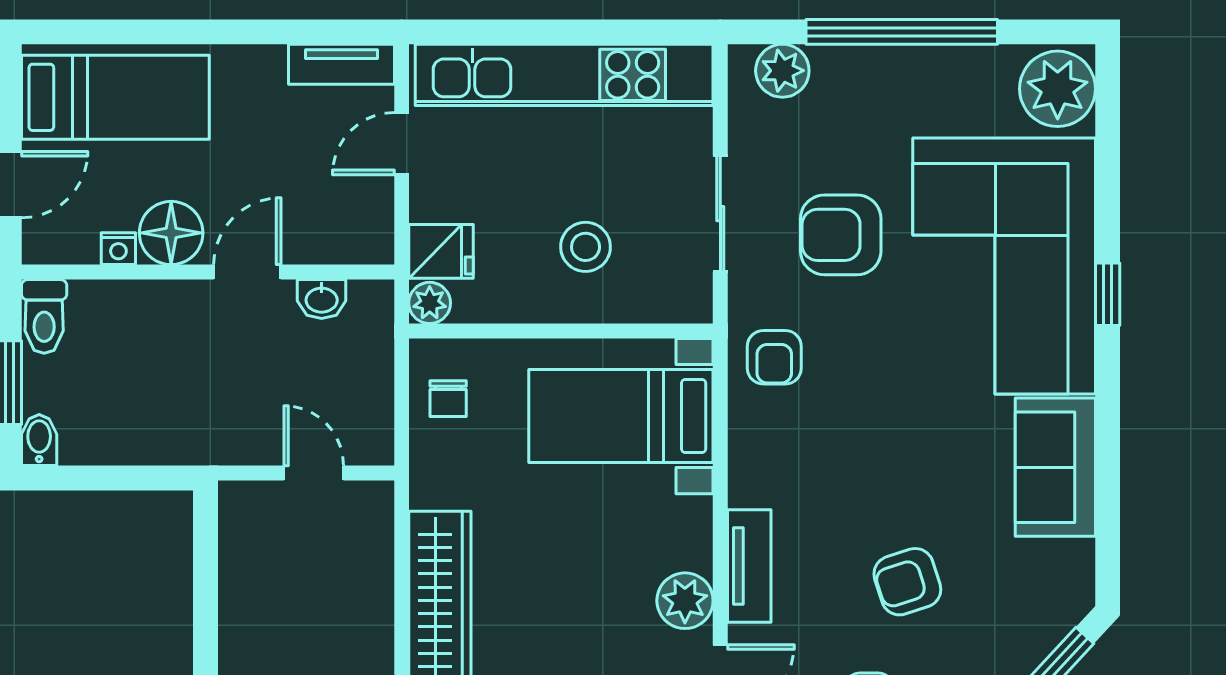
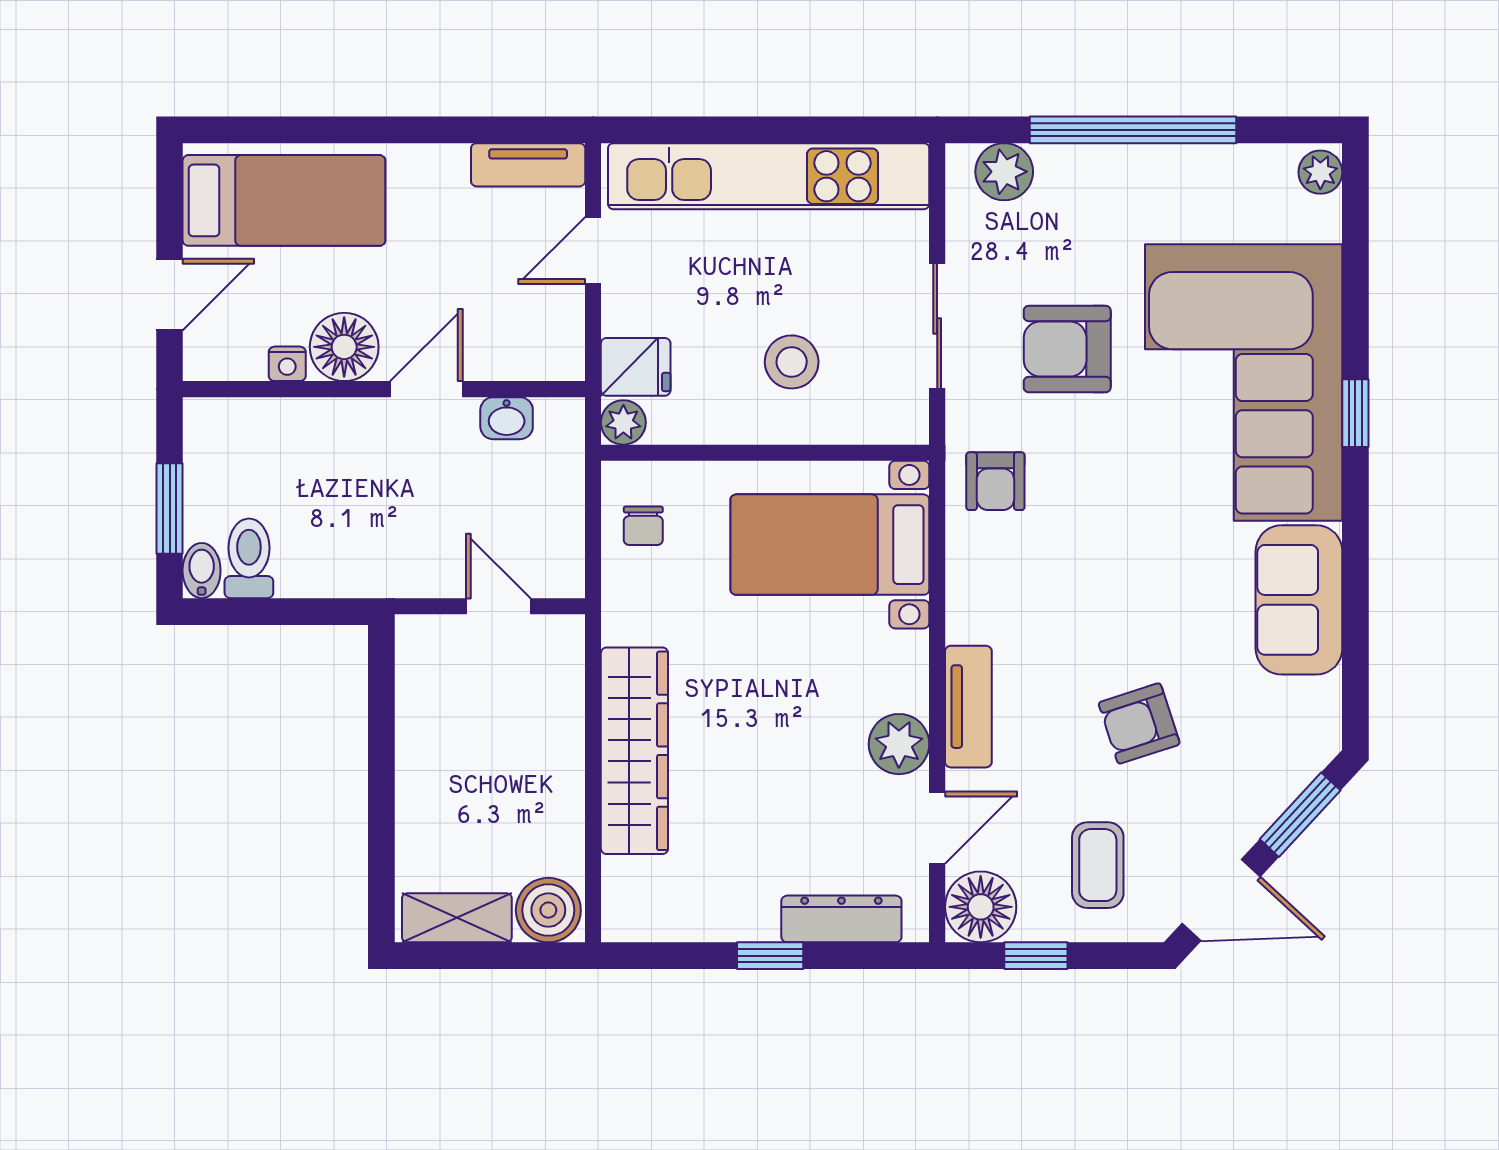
plant: (1058, 89) -> (1320, 172), width x0.53, depth x0.53
toilet: (44, 316) -> (249, 558), moved, turned 180

